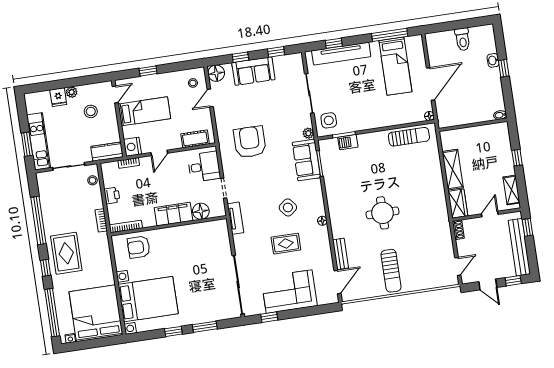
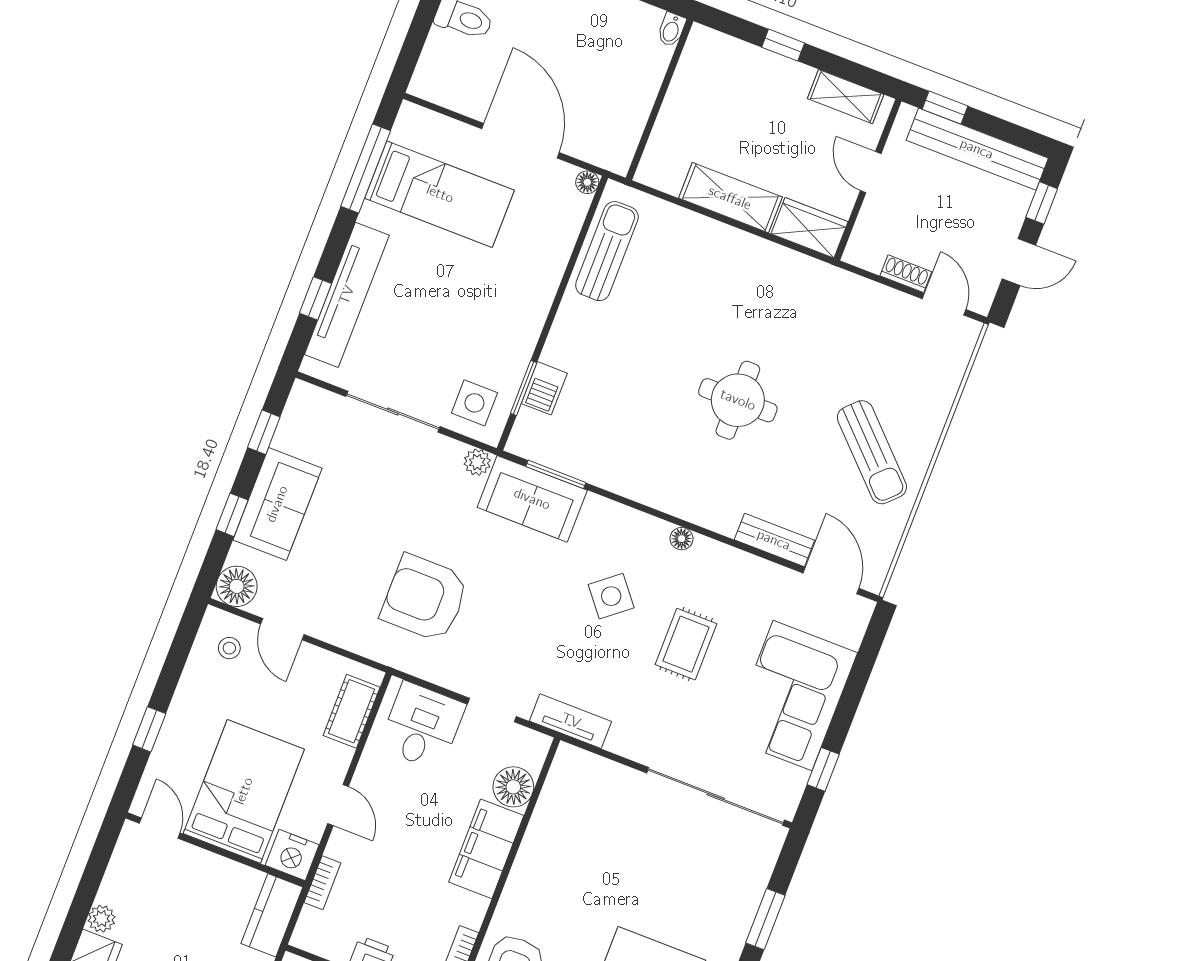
stool: (91, 111) -> (166, 901), removed
bed: (144, 111) -> (244, 791), width x1.50
shoe rack: (458, 230) -> (906, 274), moved
sun lounger: (391, 271) -> (872, 452), turned 45

